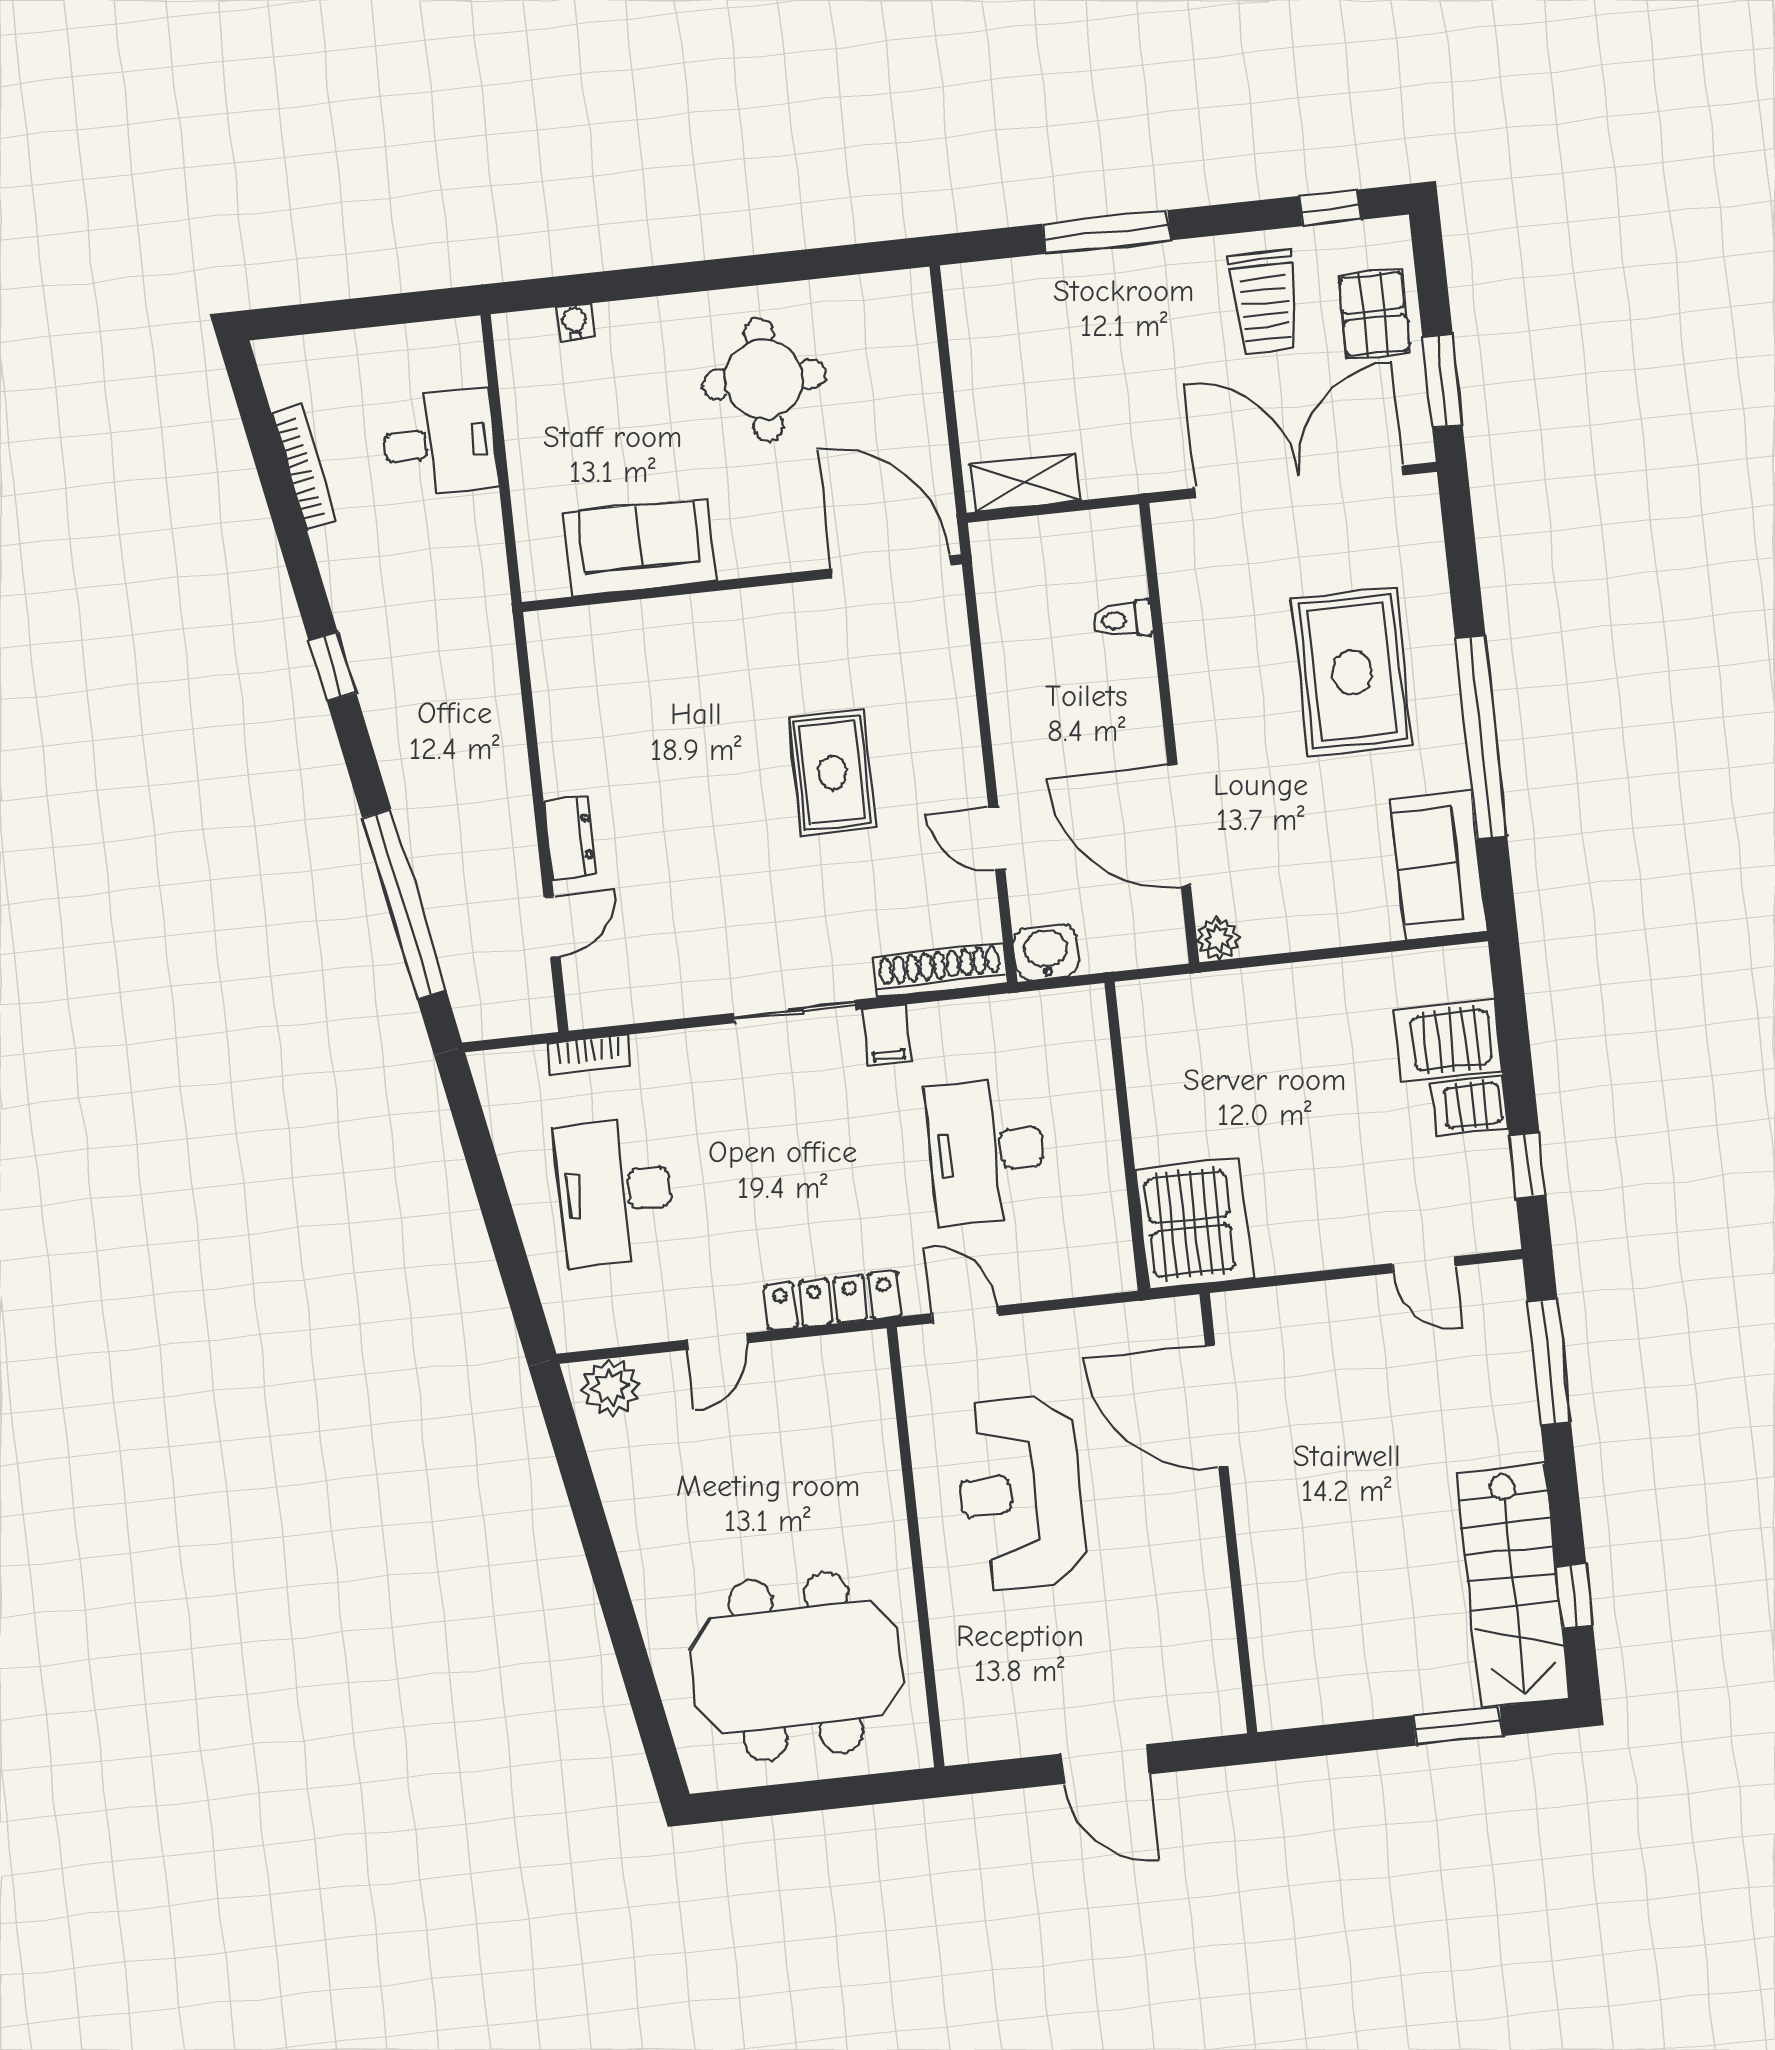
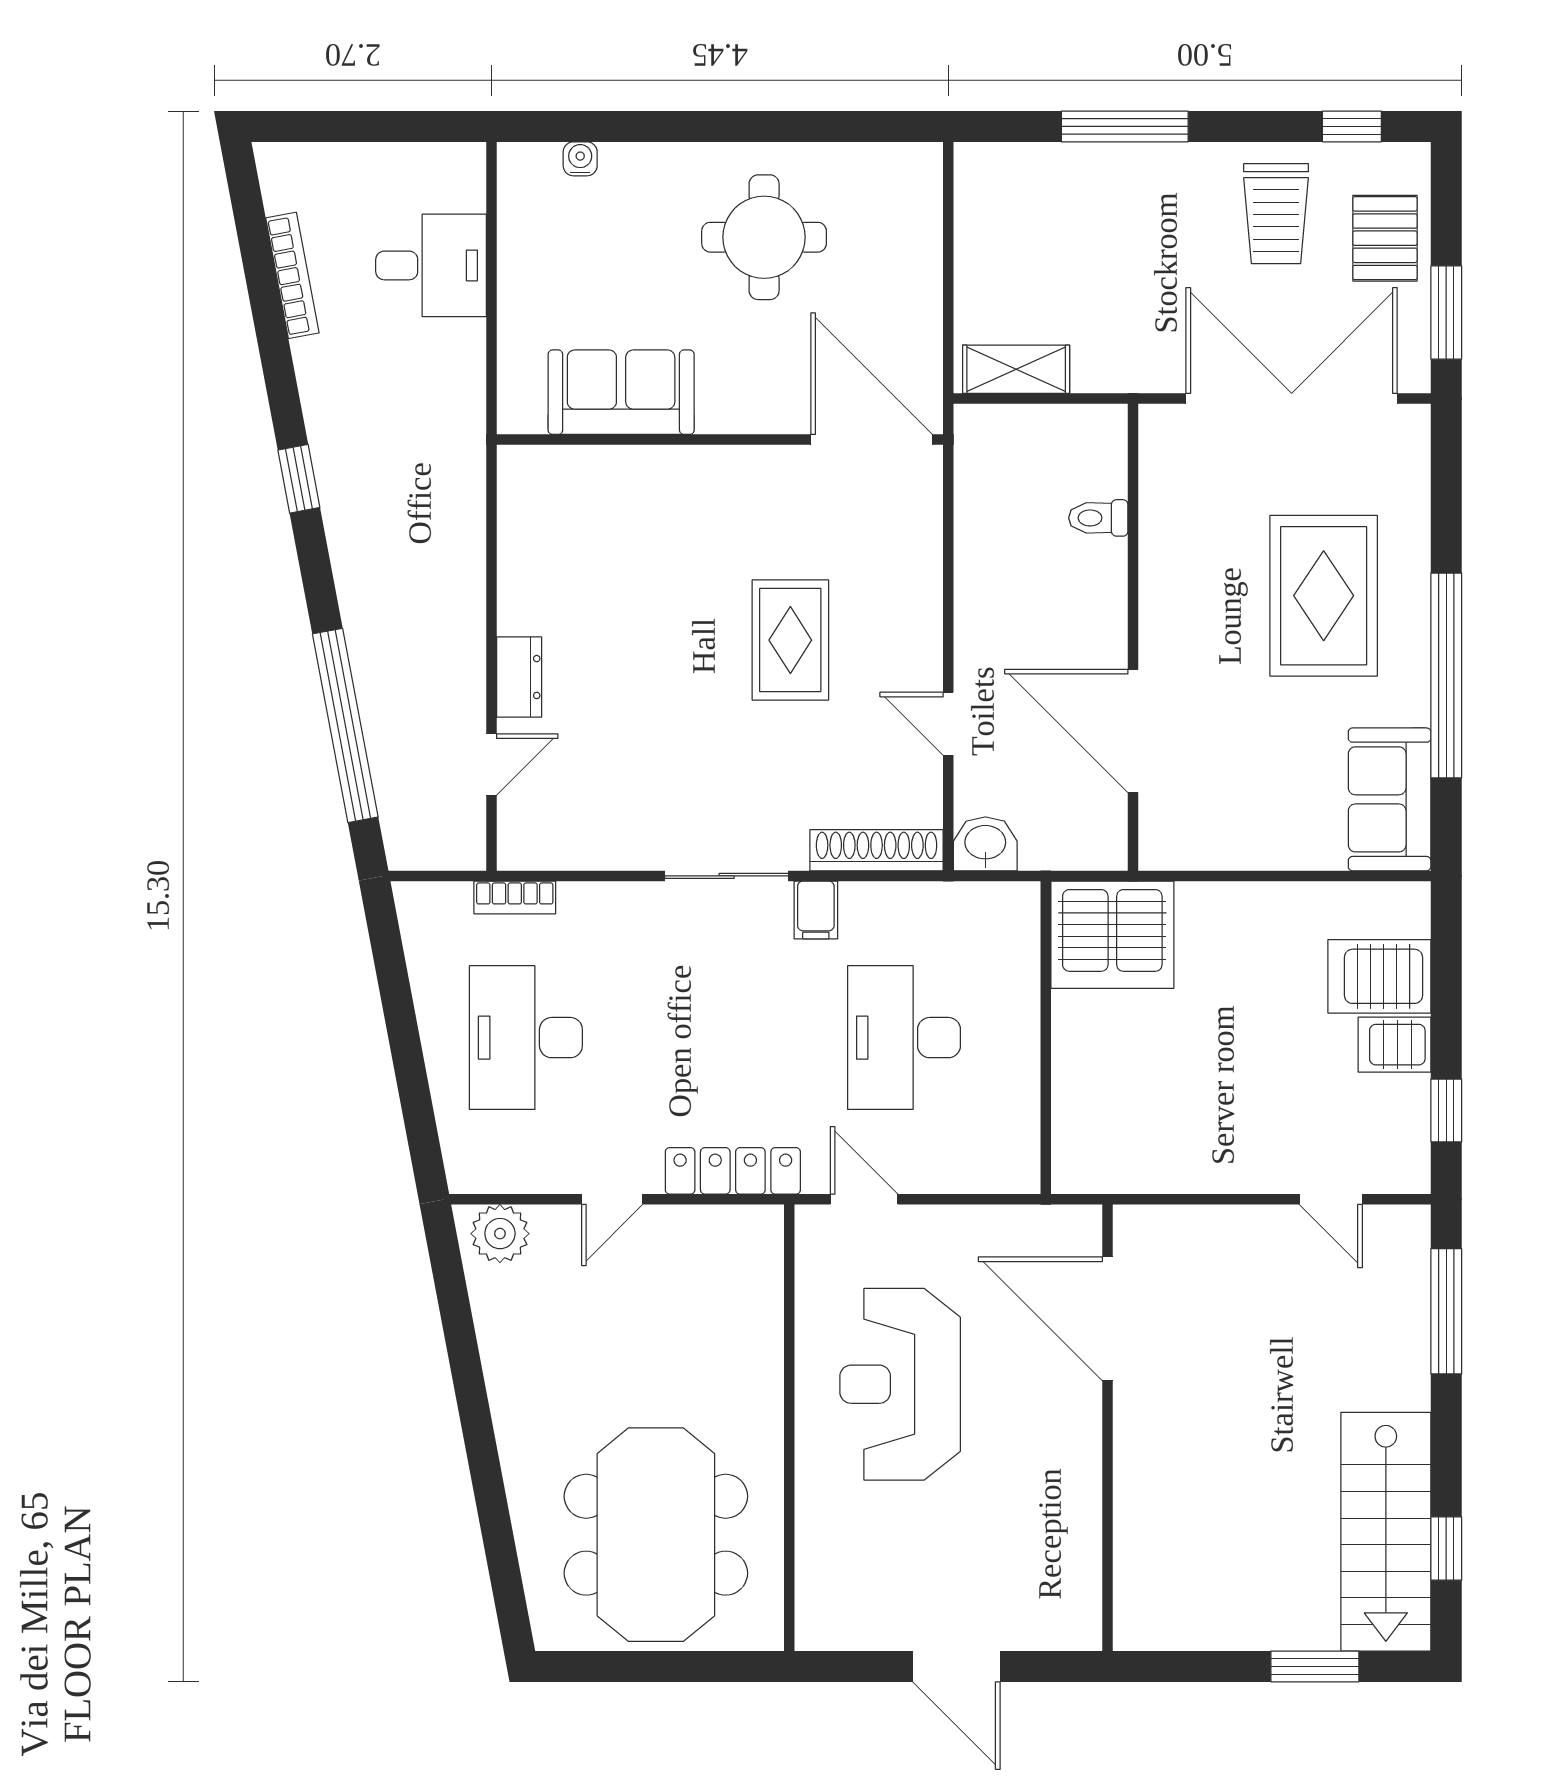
plant: (1218, 939) -> (1160, 849), removed
server rack: (1194, 1224) -> (1112, 935), moved, turned 90
meeting table: (796, 1667) -> (656, 1535), turned 90

